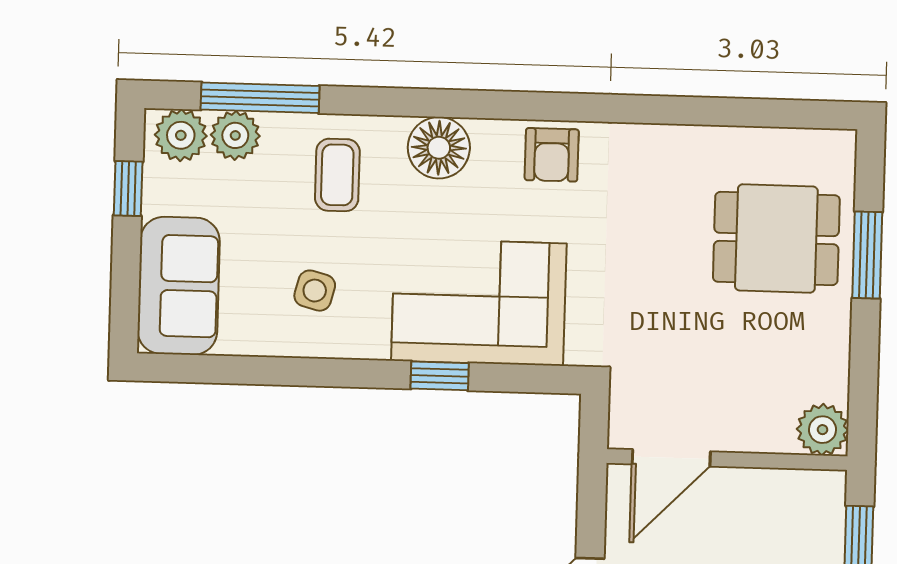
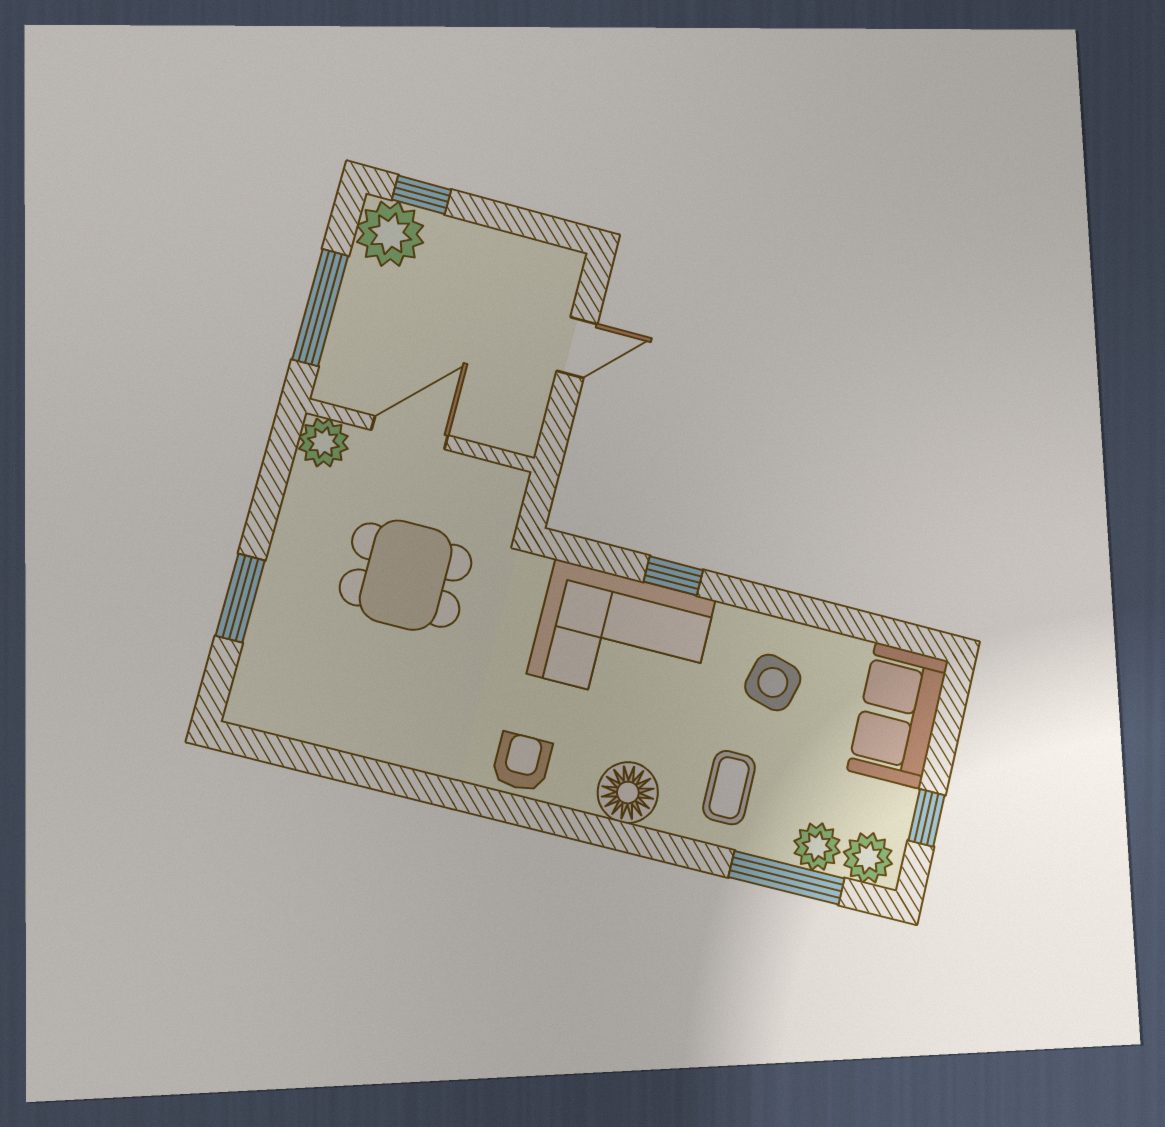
dining table: (776, 239) -> (406, 575), moved
side table: (315, 291) -> (773, 682), width x1.37, depth x1.37
door: (671, 458) -> (410, 433), moved

